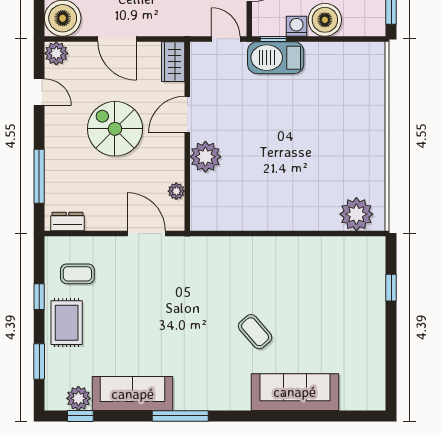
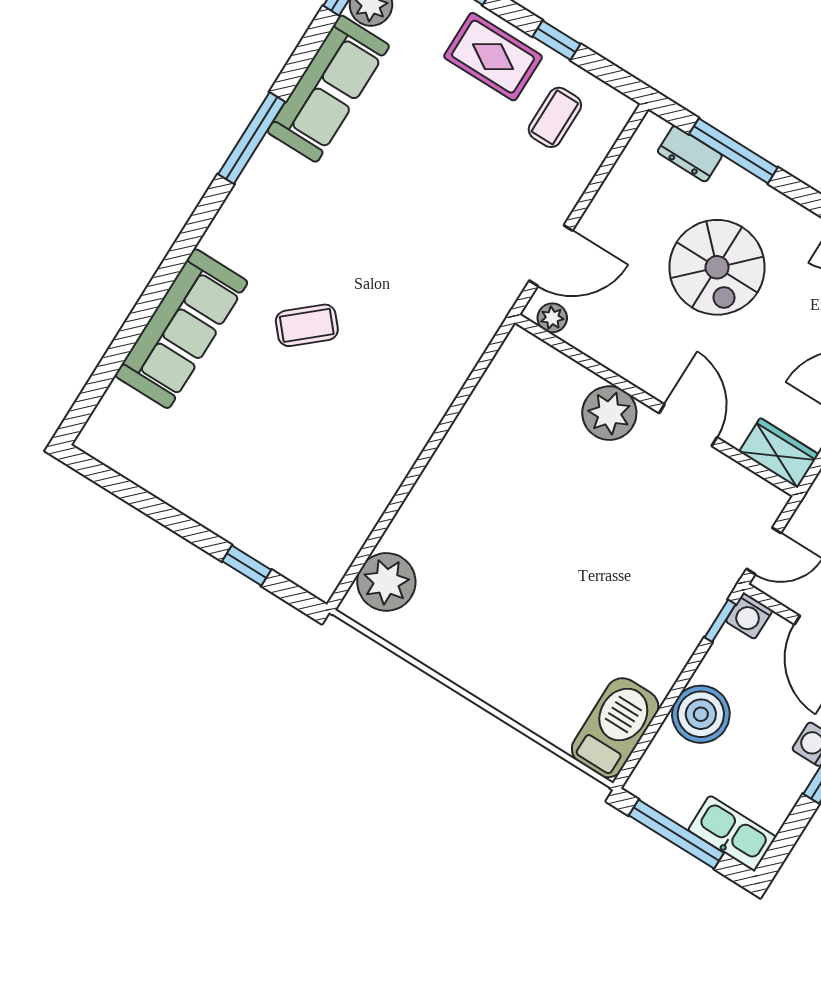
washing machine: (297, 26) -> (749, 616), moved, turned 90
barbecue: (276, 58) -> (615, 728), moved
spiral stairs: (115, 129) -> (717, 267), moved, turned 90
plant: (176, 191) -> (552, 318), moved
dresser: (67, 222) -> (690, 154), moved, turned 90

